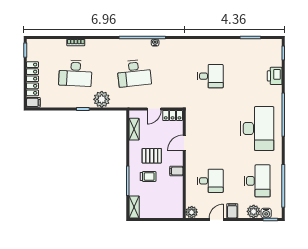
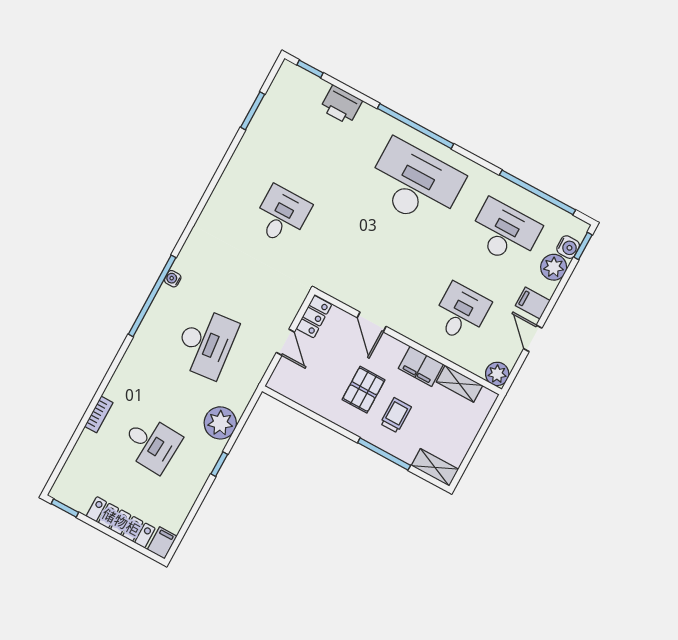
desk: (75, 73) -> (151, 444), width x0.73
shelving: (134, 129) -> (459, 384), moved
filing cabinet: (176, 171) -> (421, 366), width x2.00

